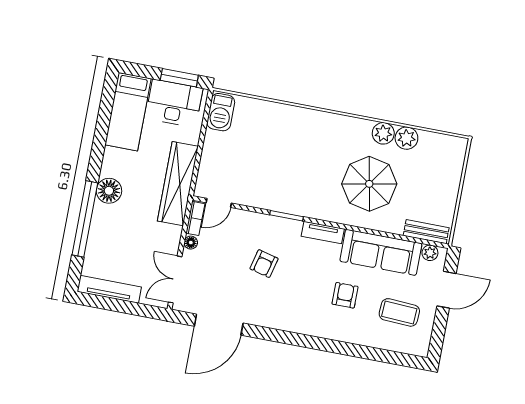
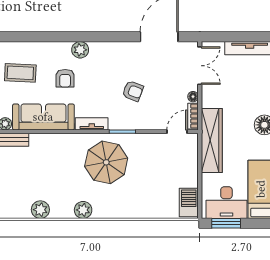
plant: (383, 133) -> (83, 210), moved
parasol: (369, 184) -> (106, 162), moved
armchair: (264, 264) -> (133, 91), turned 97
plant: (320, 327) -> (80, 50), added

